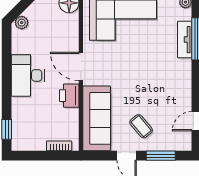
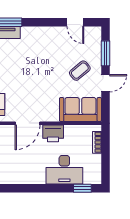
desk: (28, 75) -> (64, 170), moved
sofa: (97, 118) -> (80, 109), width x0.73

